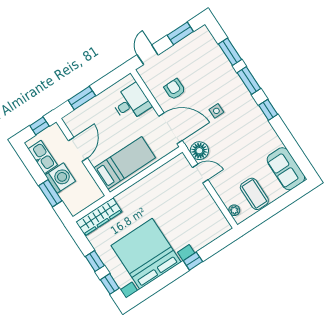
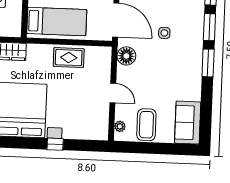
window: (268, 110) -> (208, 63), width x1.50
door: (200, 173) -> (113, 93), moved
rug: (155, 185) -> (69, 58), added

